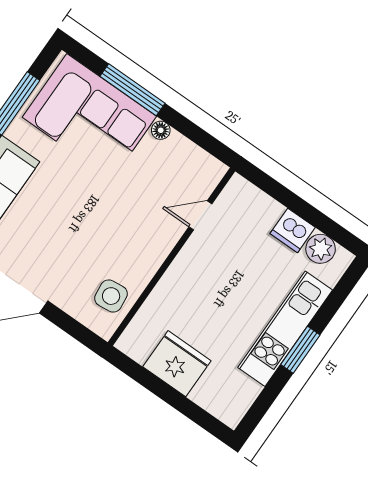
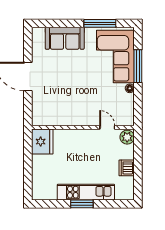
plant: (321, 249) -> (127, 137), moved
side table: (111, 296) -> (51, 114), removed
fridge: (177, 364) -> (42, 142), moved

